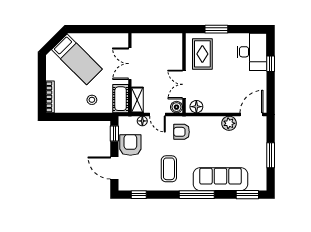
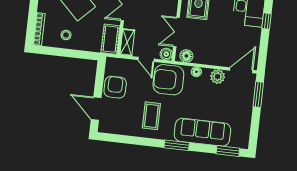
stool: (92, 100) -> (66, 35), moved
floor lamp: (142, 121) -> (196, 72), moved
armchair: (182, 132) -> (168, 80), width x1.88, depth x1.88
window: (114, 134) -> (100, 74), removed
window: (271, 155) -> (258, 94), moved
window: (139, 195) -> (118, 138), removed
window: (197, 195) -> (177, 145), width x0.69

